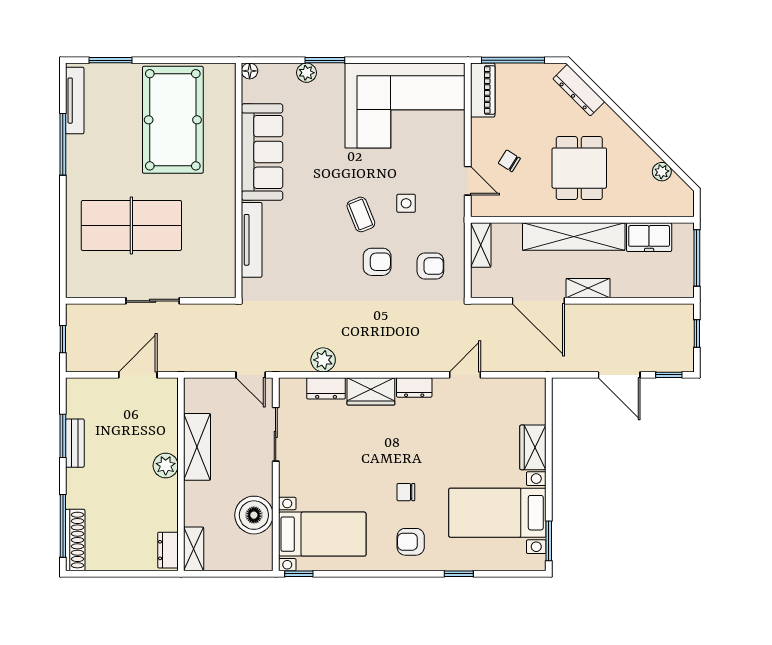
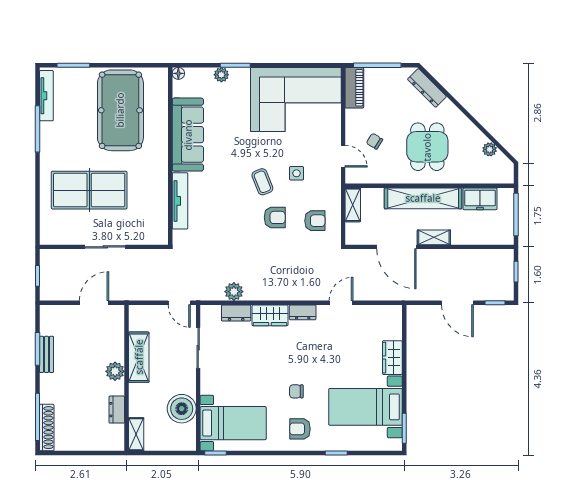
dresser: (168, 550) -> (117, 410), moved

